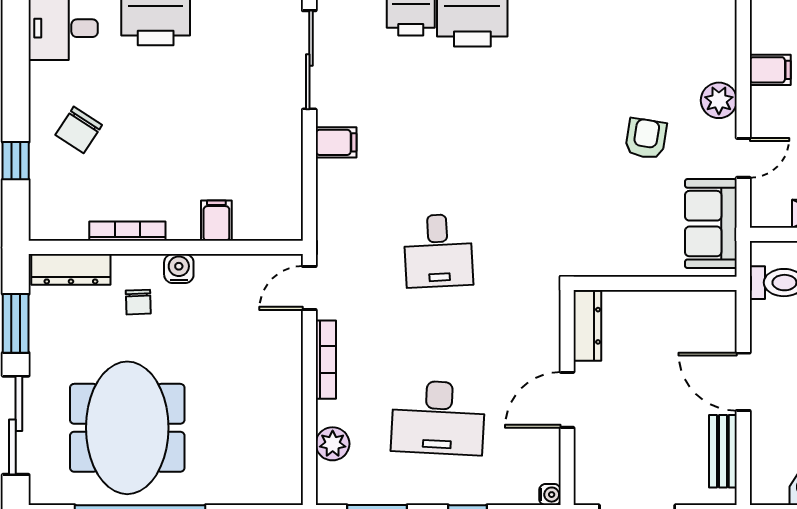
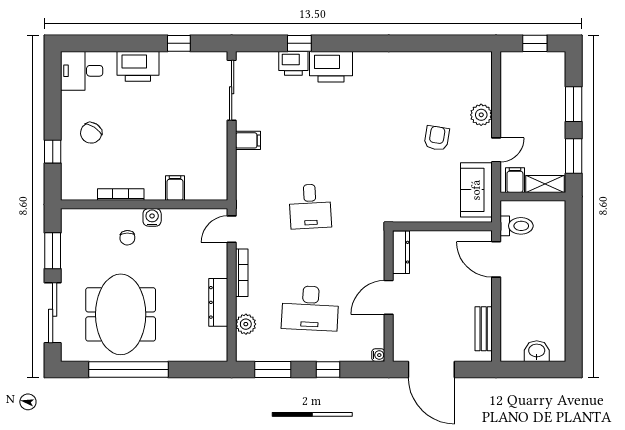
filing cabinet: (770, 70) -> (515, 180), moved, turned -90
dresser: (71, 269) -> (218, 302), moved, turned 90
door: (743, 382) -> (496, 259), moved

